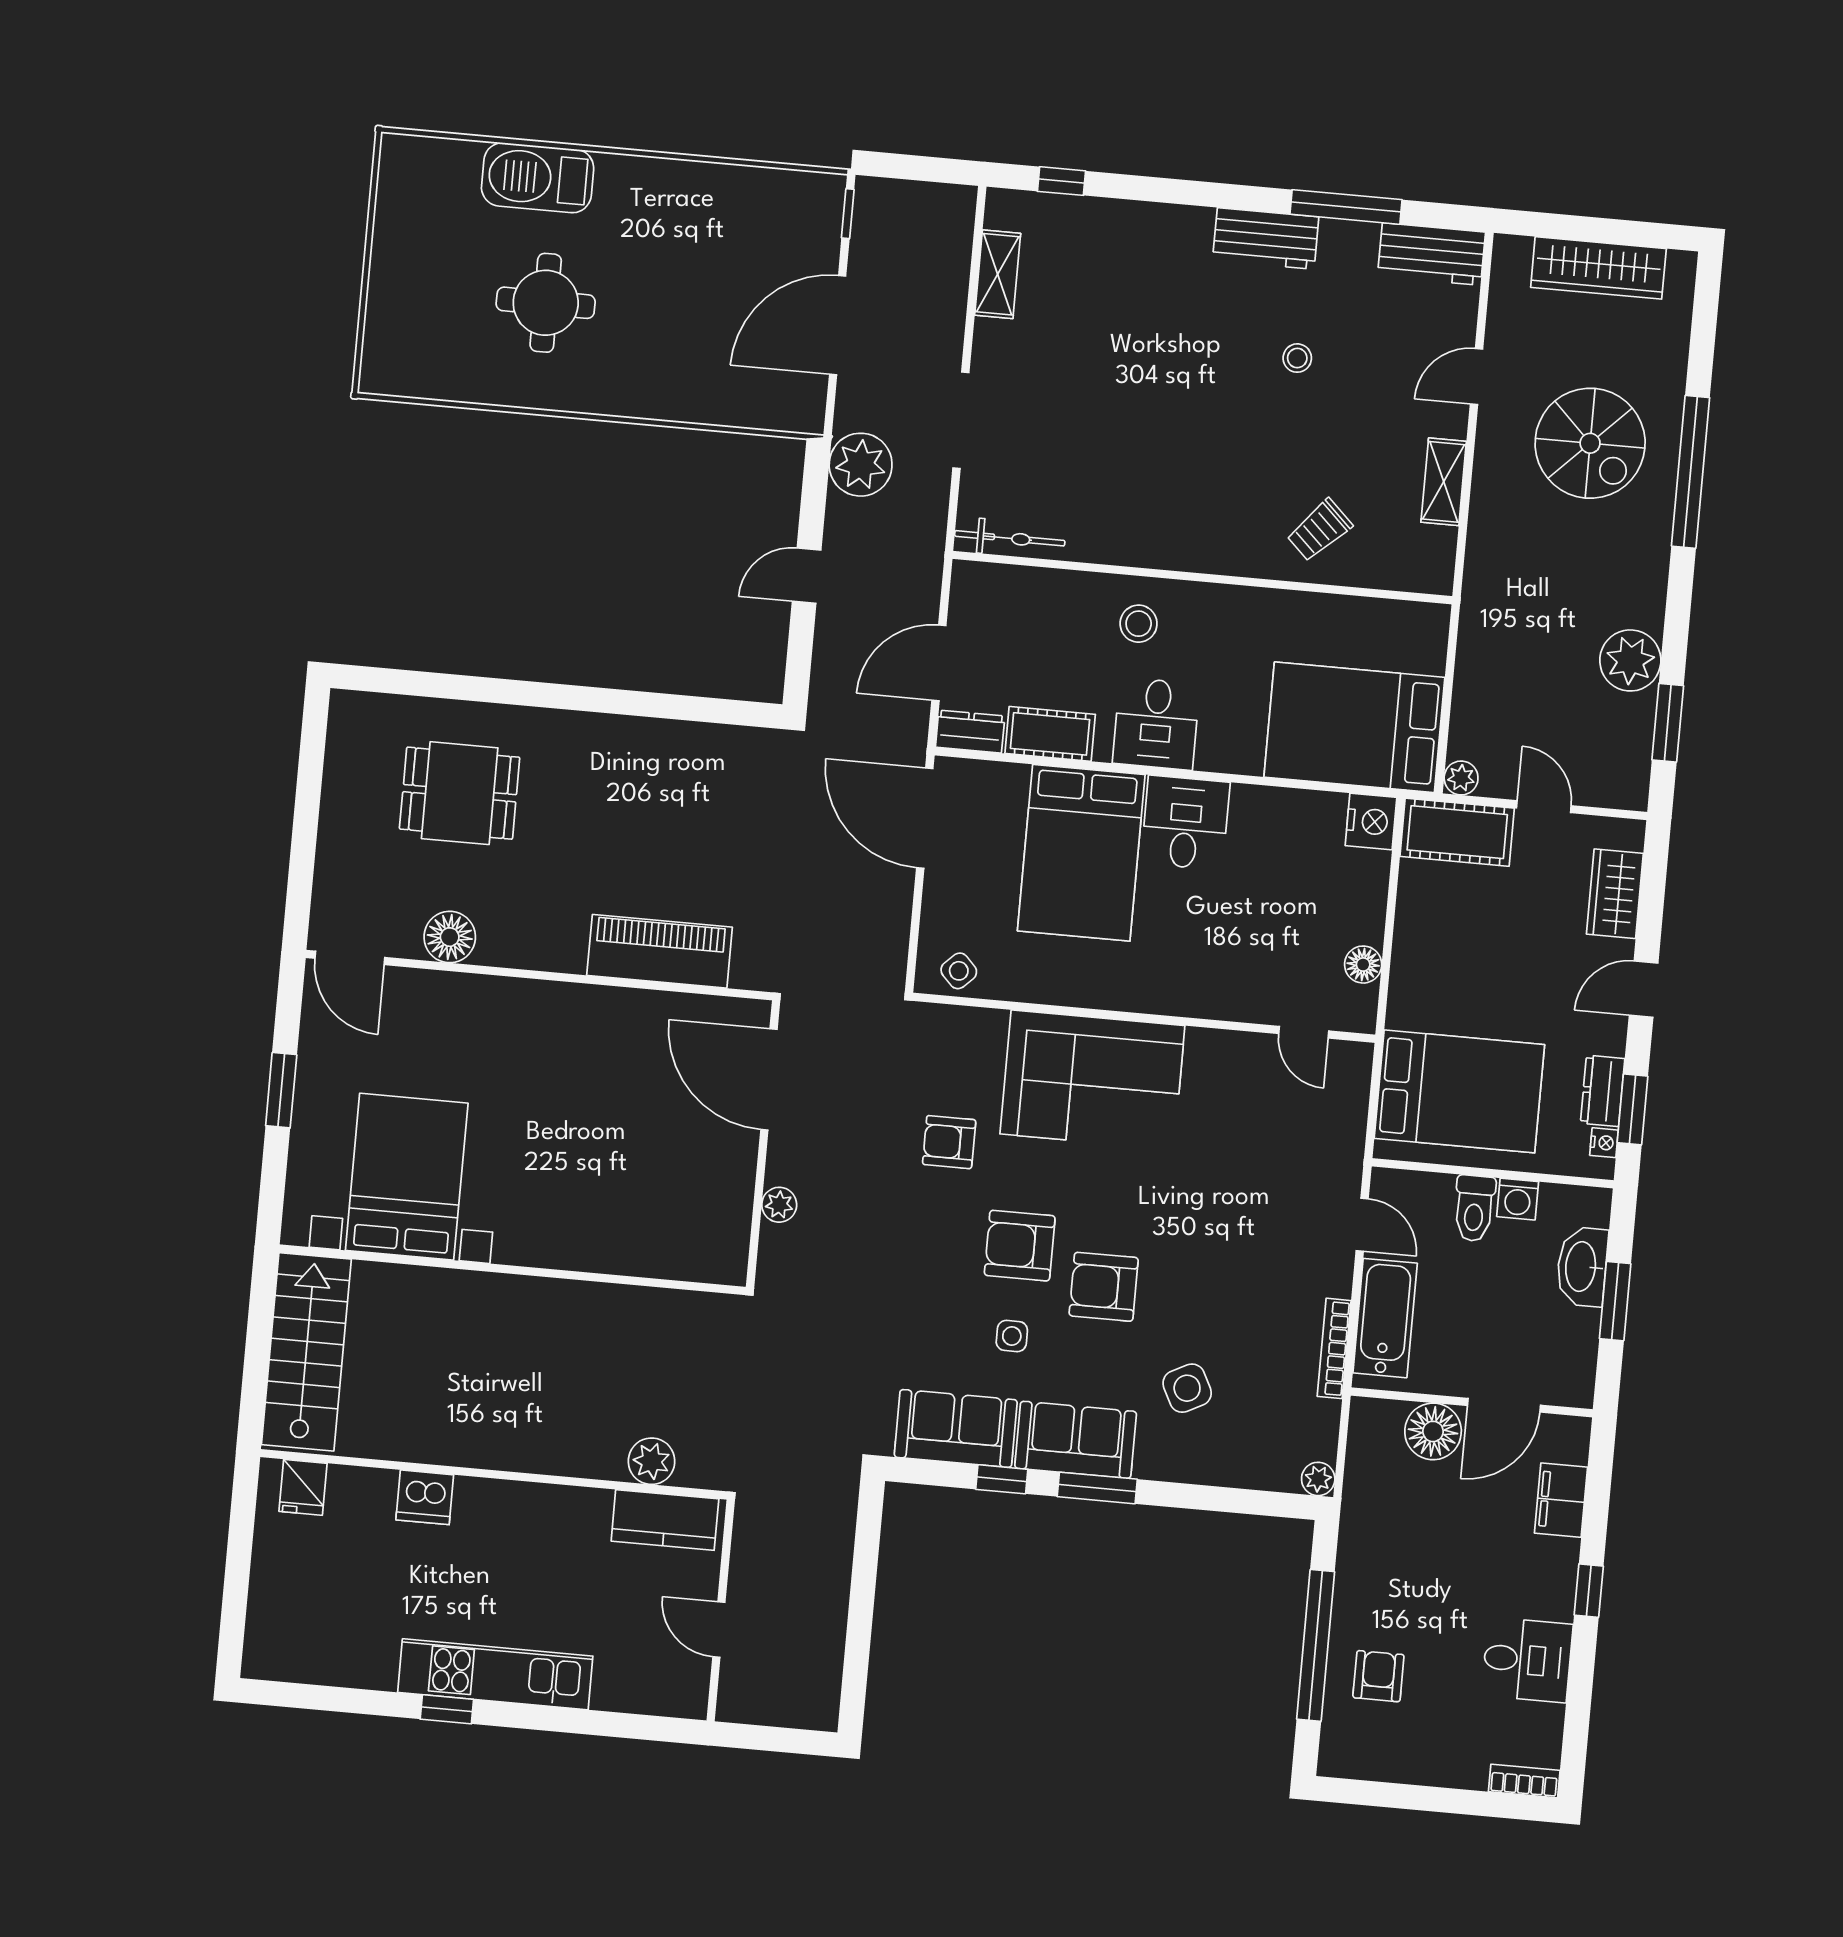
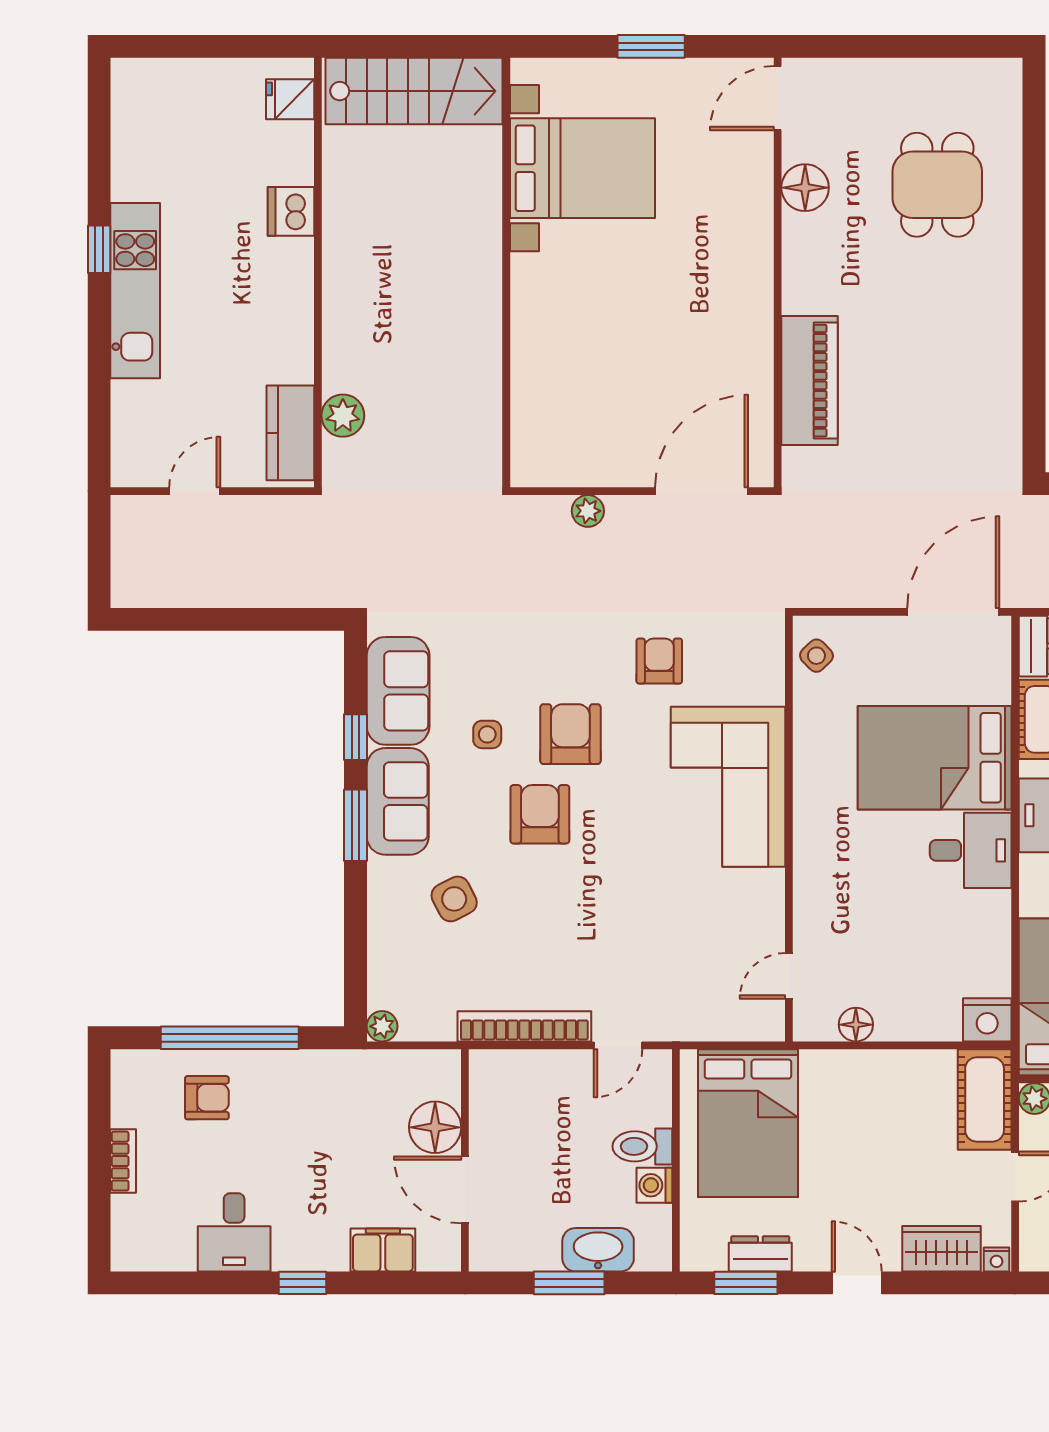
nightstand: (1604, 1143) -> (996, 1259), moved
bathtub: (1385, 1318) -> (535, 1074), removed
bookcase: (1334, 1348) -> (524, 1026), width x1.48, depth x1.31
bookcase: (1524, 1781) -> (123, 1161), moved

